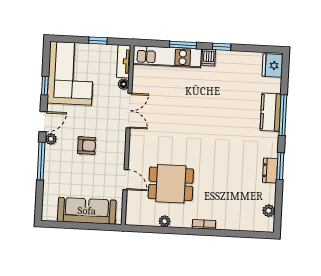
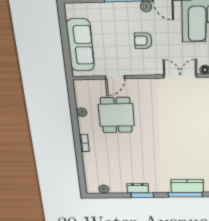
double door: (129, 111) -> (180, 76), swing flipped
armchair: (87, 146) -> (143, 41), turned 90

